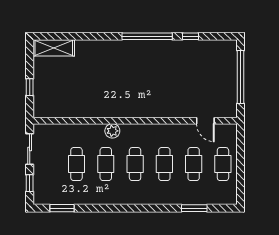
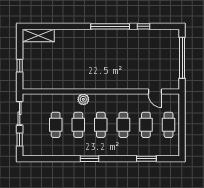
window: (62, 208) -> (89, 159), moved

